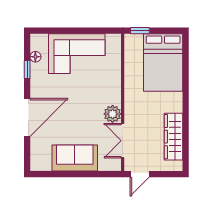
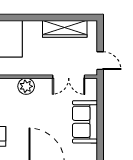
plant: (113, 114) -> (26, 86), moved

